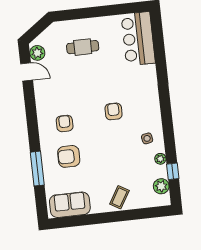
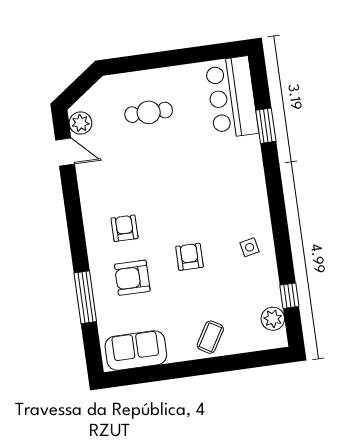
window: (160, 58) -> (266, 126), added
armchair: (114, 111) -> (189, 257), moved
plant: (160, 159) -> (270, 277), removed

